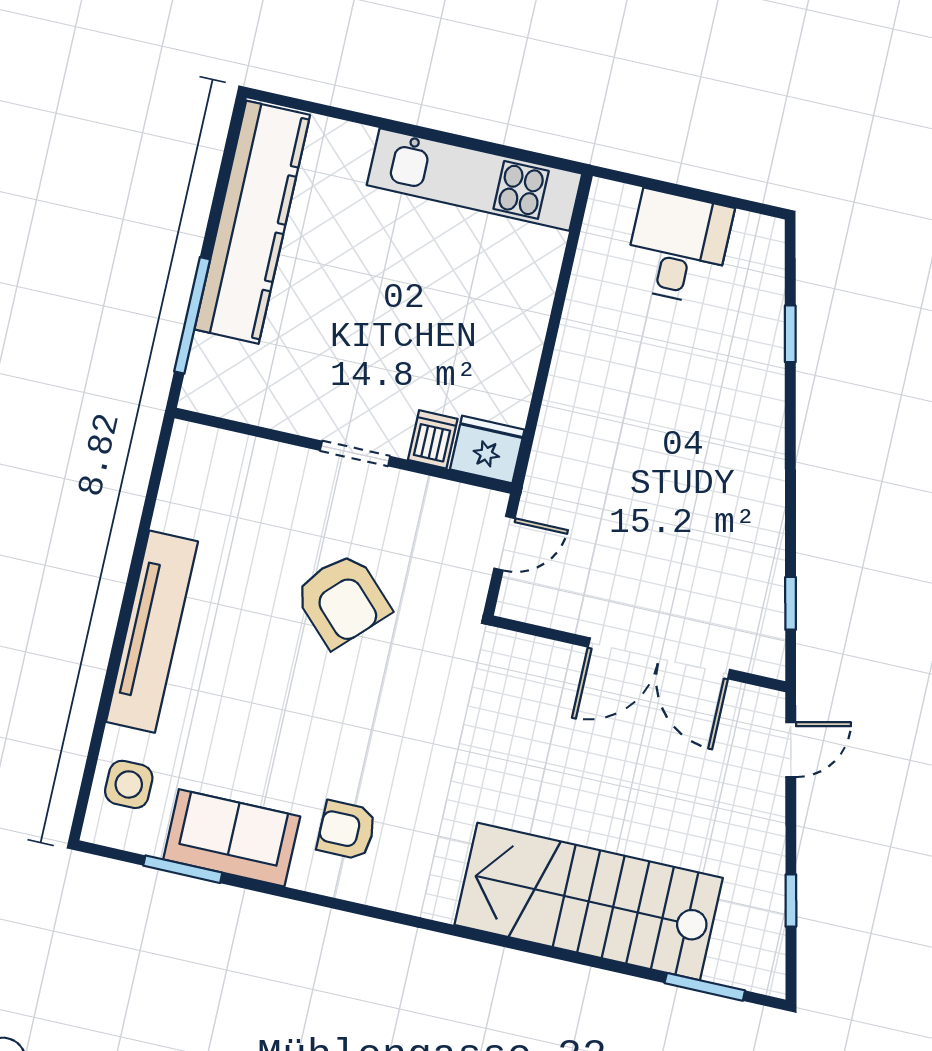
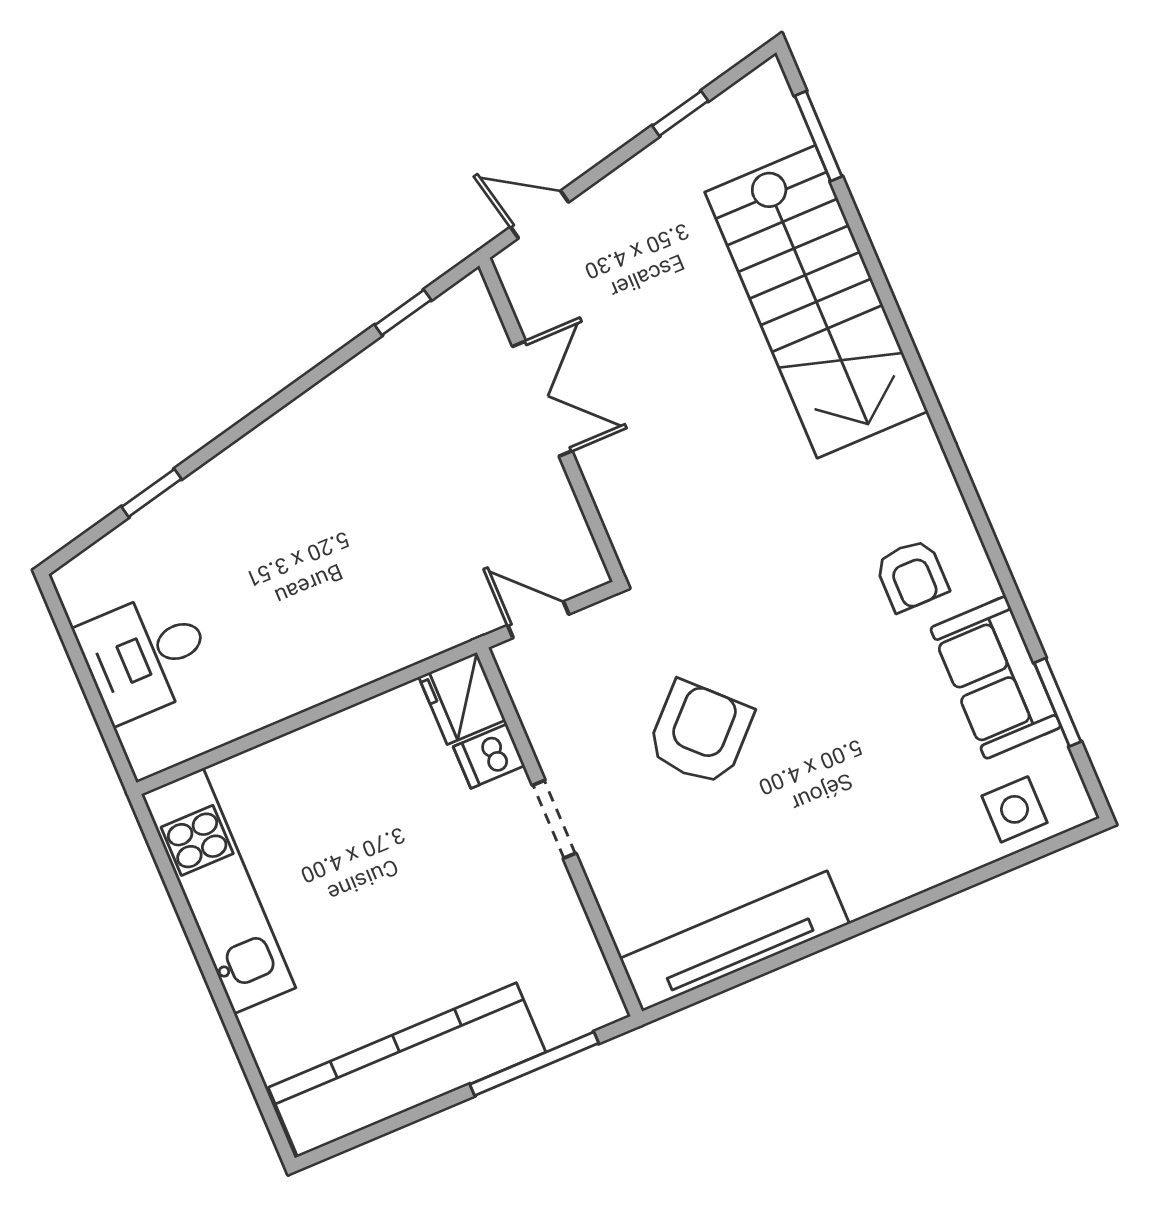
tv unit: (152, 632) -> (735, 941), moved
double door: (659, 658) -> (542, 399), width x0.73

